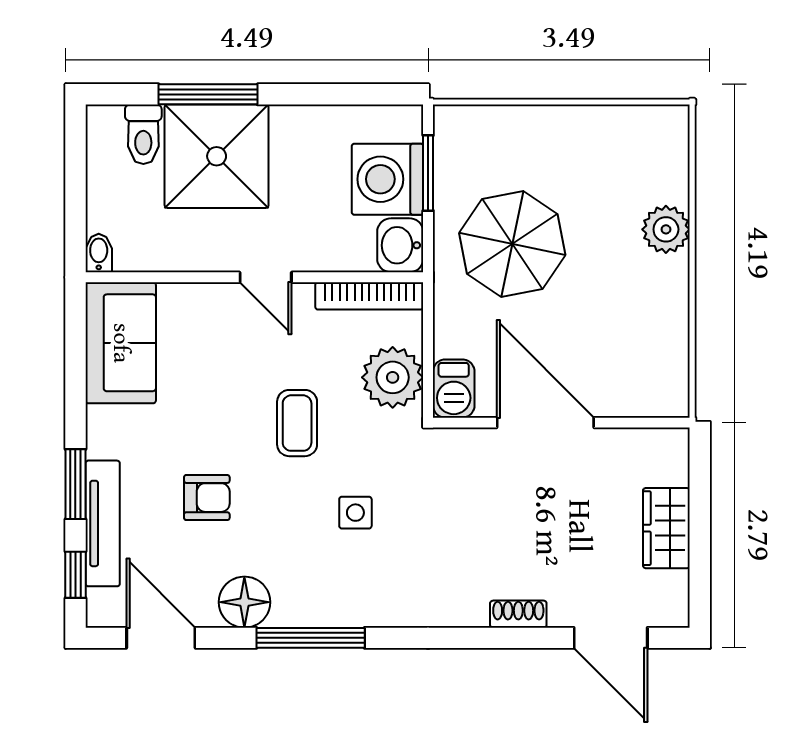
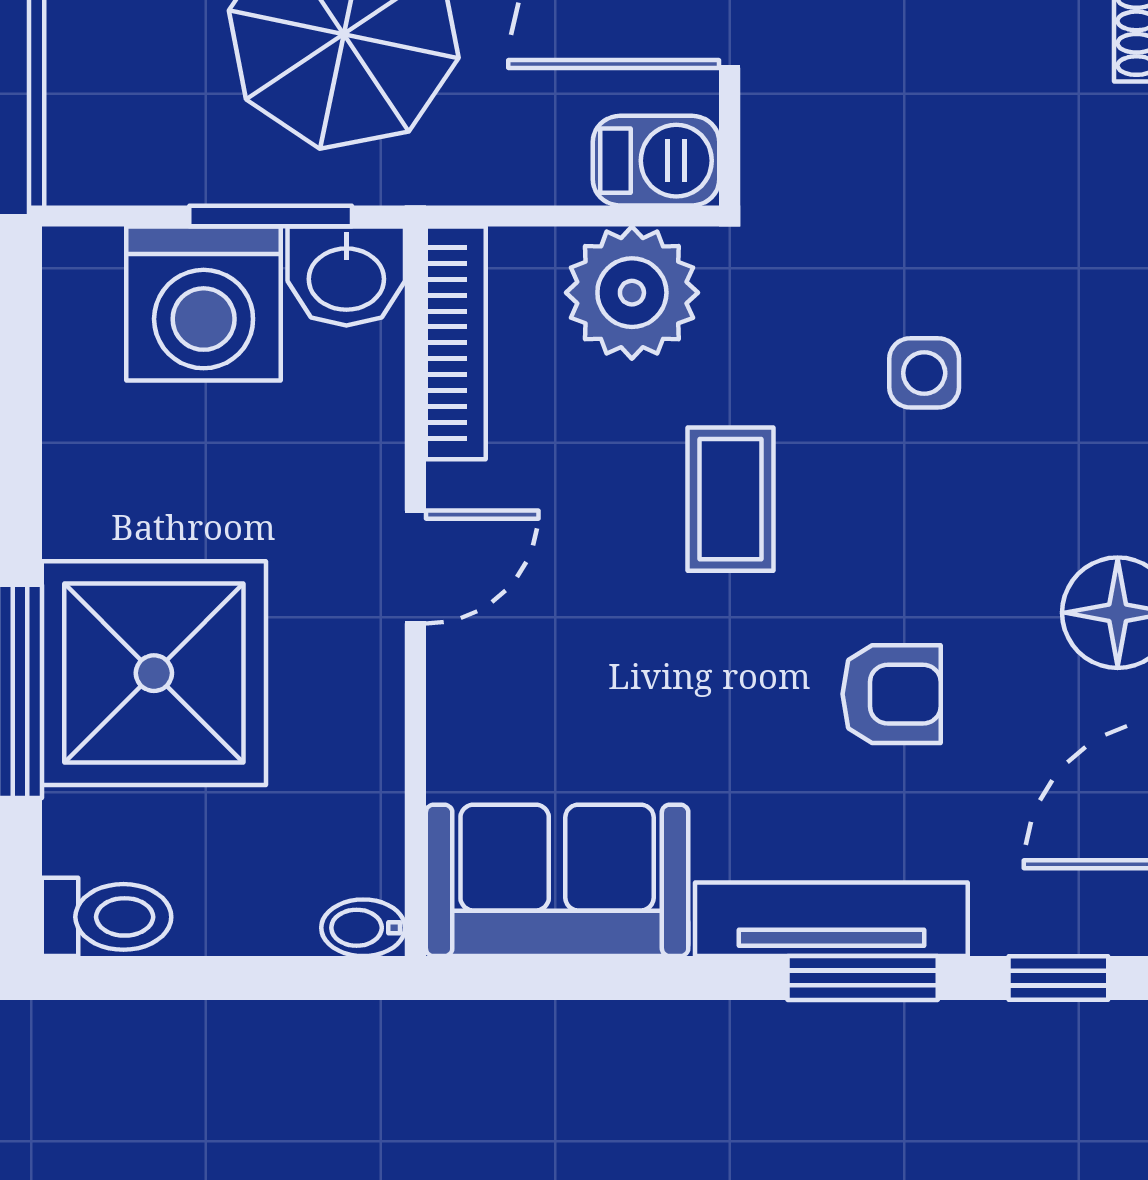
toilet: (143, 134) -> (107, 917), moved
window: (428, 173) -> (271, 216), moved
coffee table: (297, 423) -> (731, 499), turned 90
armchair: (207, 498) -> (892, 694), turned 90
tv unit: (103, 523) -> (831, 919), moved

